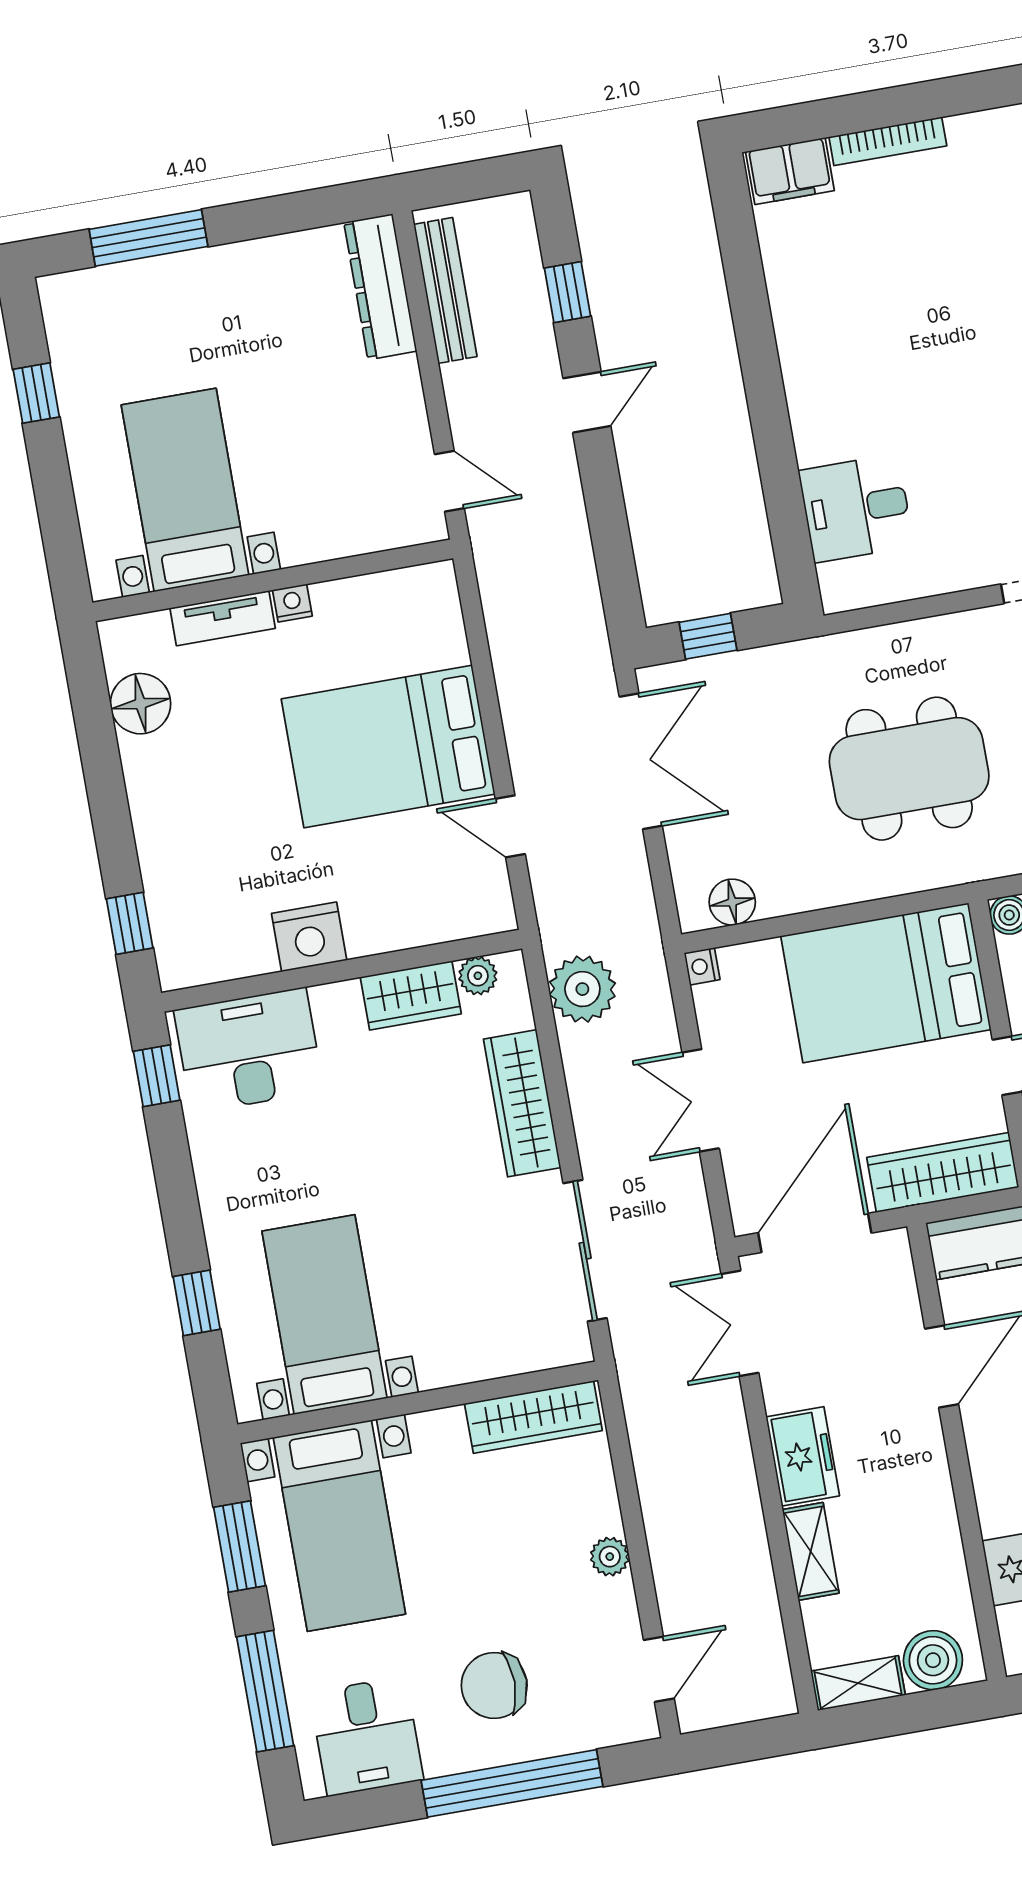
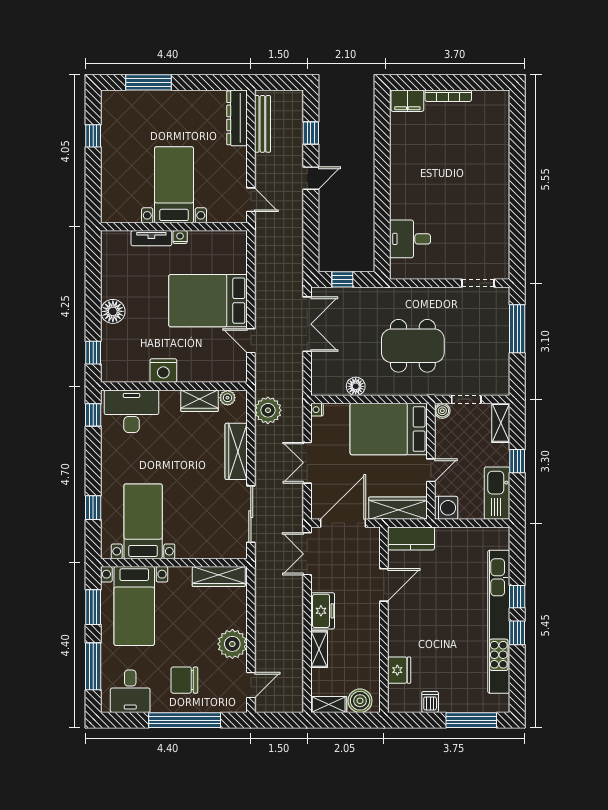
bed with nightstands: (185, 490) -> (174, 185), moved
floor lamp: (140, 704) -> (113, 311), moved
floor lamp: (732, 902) -> (356, 386), moved
plant: (610, 1557) -> (232, 644), width x1.88, depth x1.88

